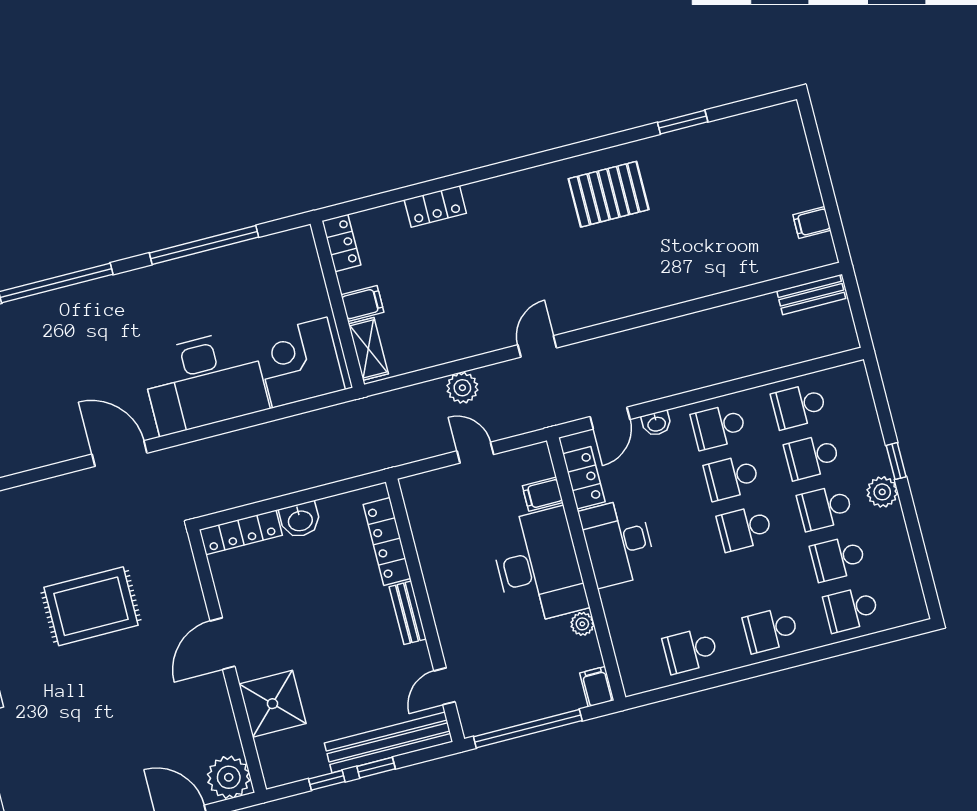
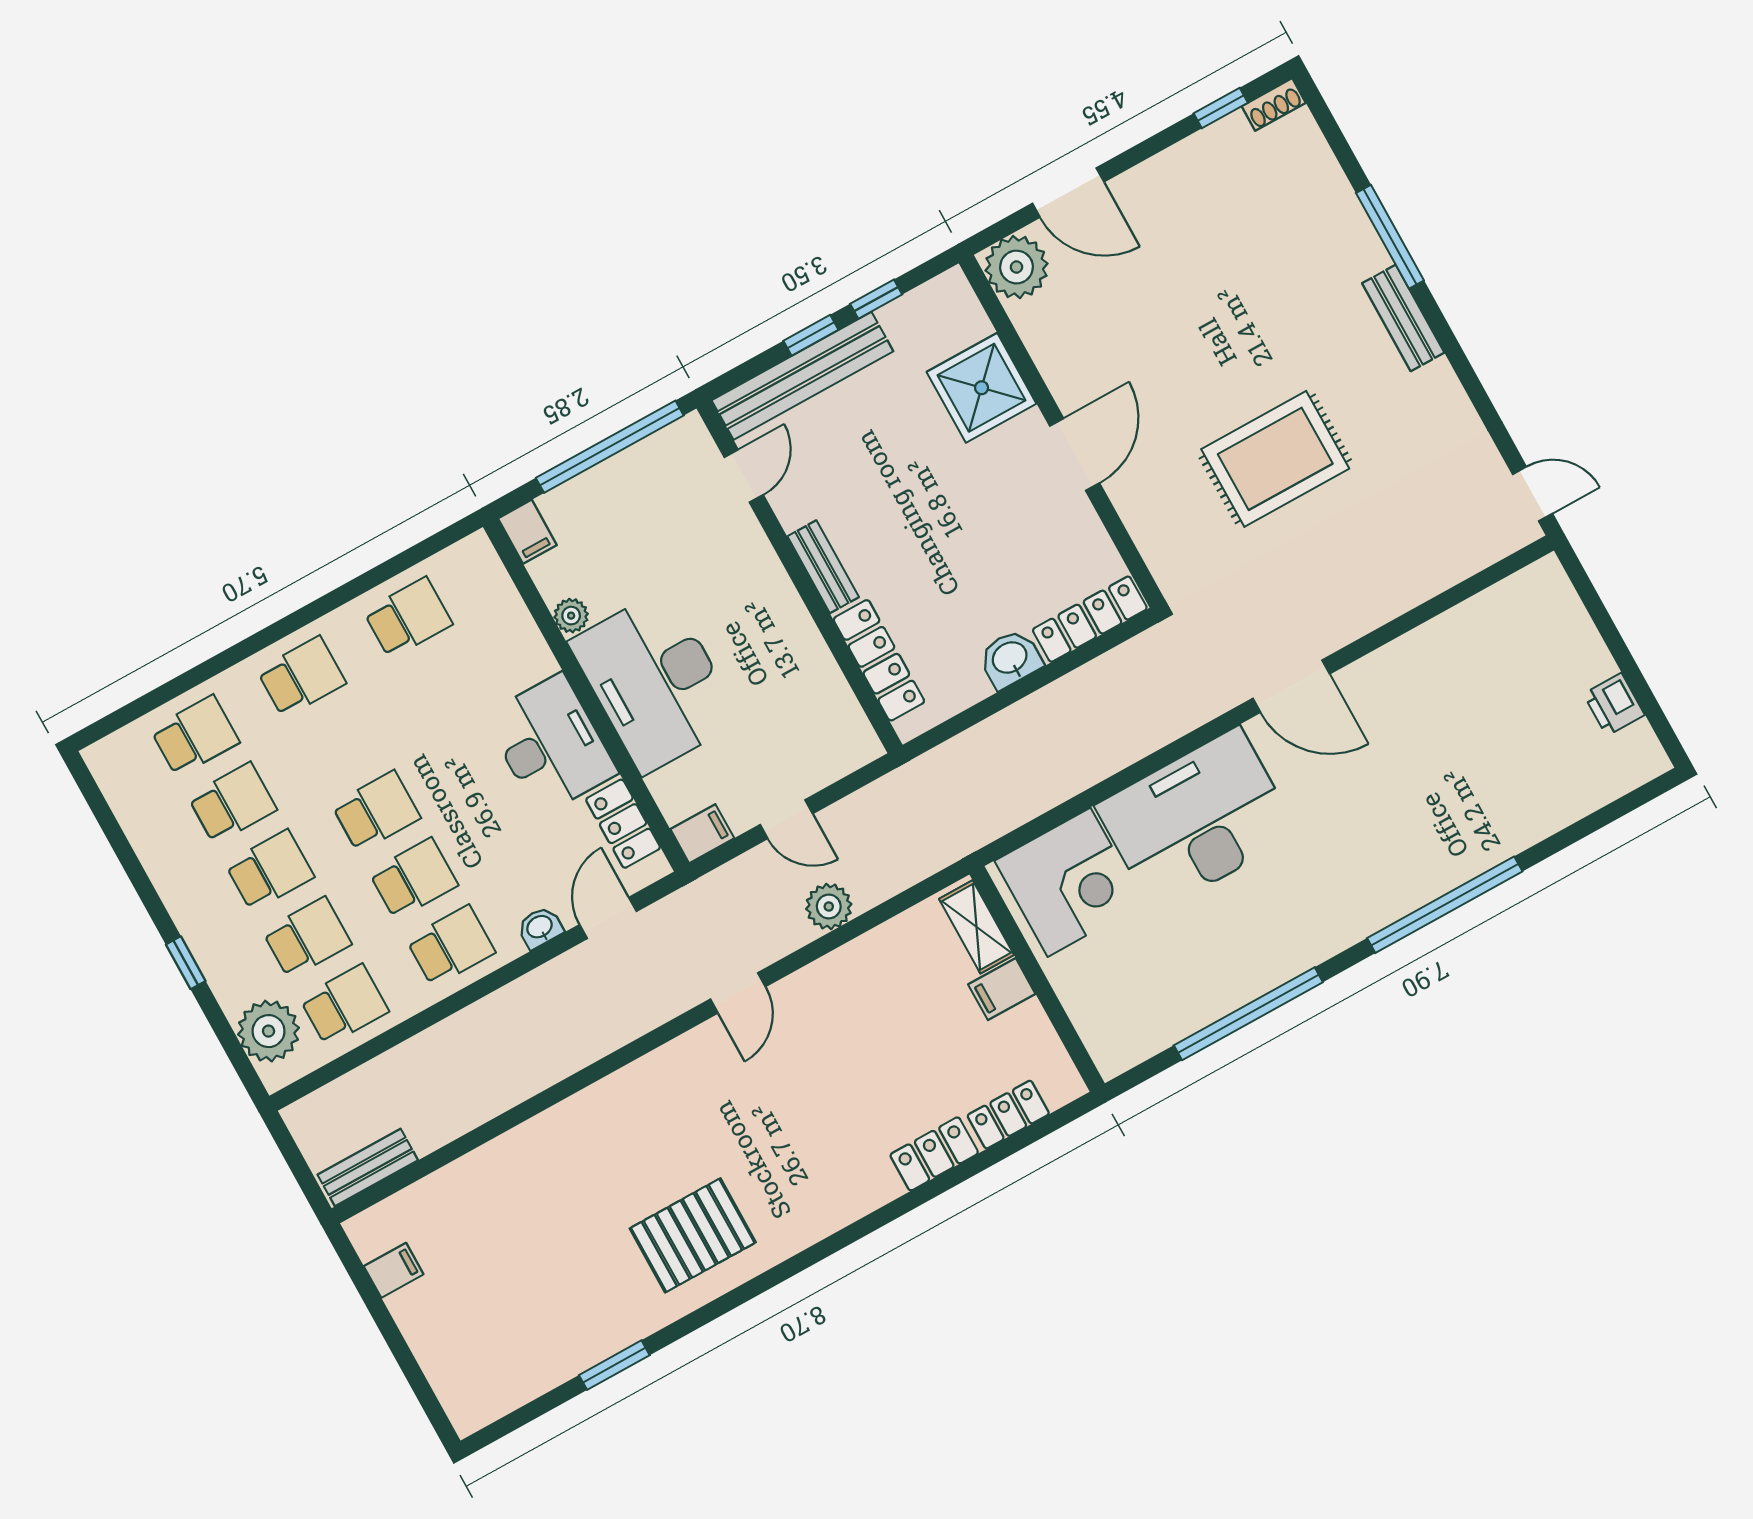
locker: (341, 243) -> (1008, 1115), moved, turned 90
plant: (882, 492) -> (269, 1031), moved, width x1.36, depth x1.36
filing cabinet: (543, 494) -> (702, 834), moved

